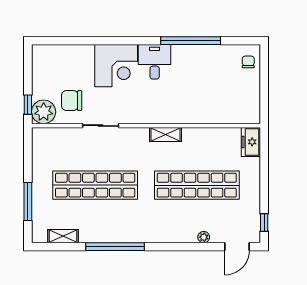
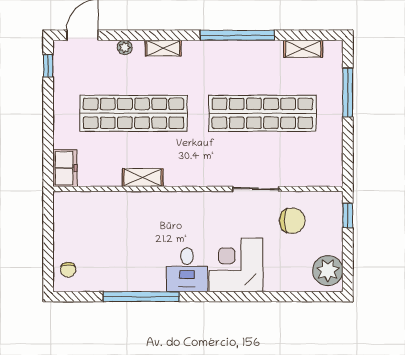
plant: (44, 112) -> (328, 271), moved
shelving: (166, 135) -> (143, 177), moved
shelving: (173, 237) -> (163, 48), added

